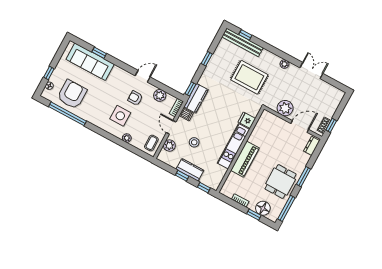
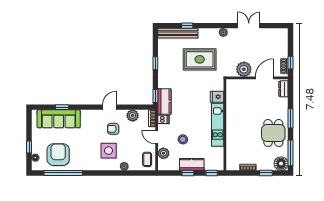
window: (245, 35) -> (187, 26), moved
piano: (245, 159) -> (233, 130), removed
floor lamp: (263, 208) -> (281, 164), moved

